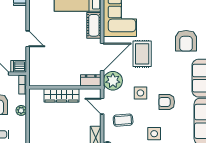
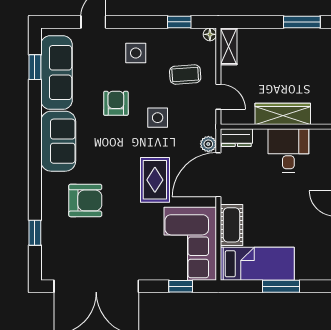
armchair: (186, 41) -> (85, 200), turned 90
desk: (58, 72) -> (288, 150), added
plant: (113, 81) -> (208, 144), width x0.53, depth x0.53
armchair: (167, 102) -> (116, 103), turned -90

